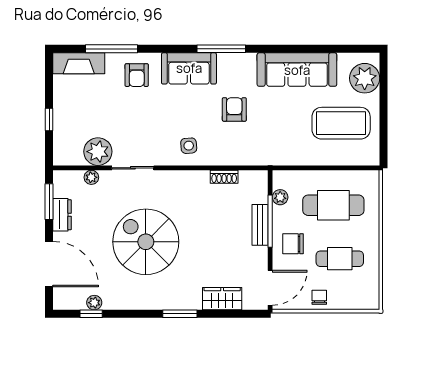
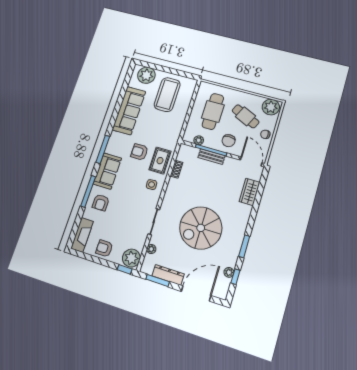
window: (111, 49) -> (88, 191), moved
armchair: (137, 75) -> (101, 203), turned 90
armchair: (70, 105) -> (104, 248), added
window: (49, 119) -> (125, 269), moved
rug: (230, 147) -> (160, 161), added
plant: (98, 152) -> (131, 258), moved
dresser: (62, 215) -> (168, 275), width x1.44
cafe table: (340, 259) -> (246, 116), turned -65
plant: (366, 294) -> (271, 107), added
window: (180, 314) -> (244, 246), moved

